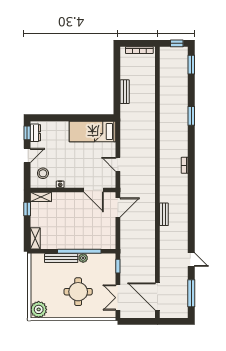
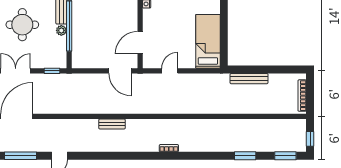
bench: (125, 92) -> (249, 79), width x1.36
window: (191, 116) -> (245, 156), moved

